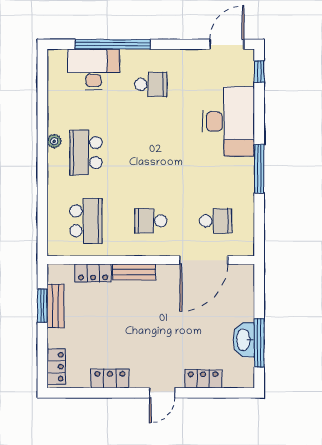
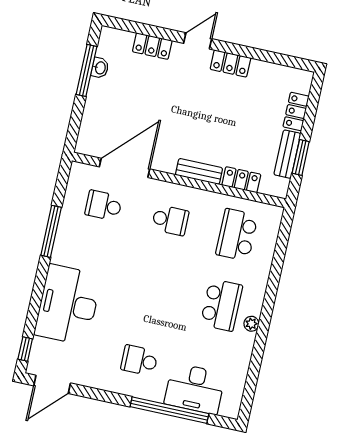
window: (259, 169) -> (51, 231), moved
washbasin: (244, 340) -> (100, 68), width x0.52, depth x0.69
locker: (56, 367) -> (296, 112), moved
locker: (110, 379) -> (230, 64), moved

